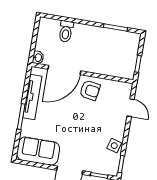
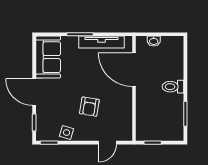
toilet: (66, 31) -> (173, 87), moved
washbasin: (38, 58) -> (154, 41), moved
armchair: (90, 90) -> (89, 107), moved

